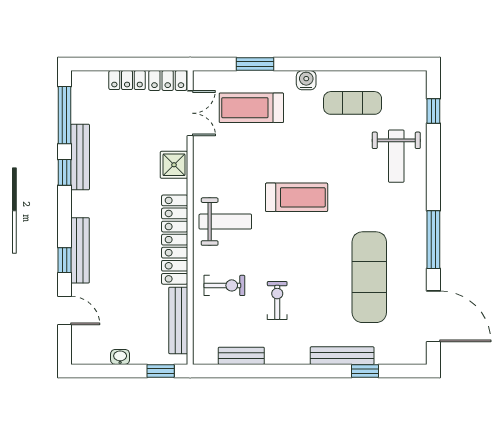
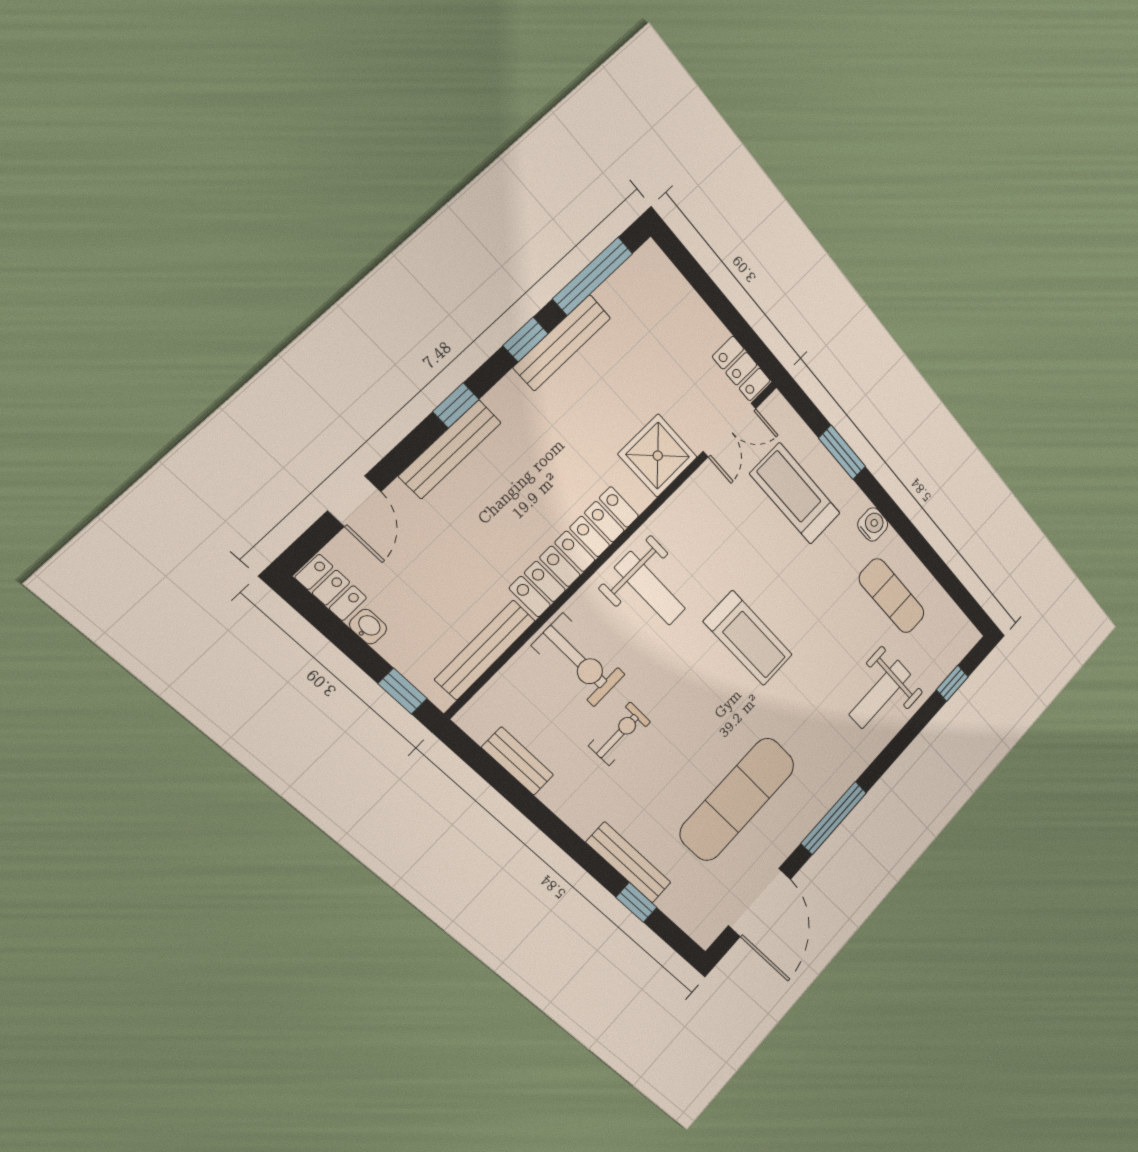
locker: (127, 80) -> (331, 588), moved, turned 180
shower: (174, 165) -> (658, 456), width x1.36, depth x1.36
window: (64, 260) -> (456, 405), moved
exercise bike: (224, 285) -> (579, 660), width x1.38, depth x1.39

